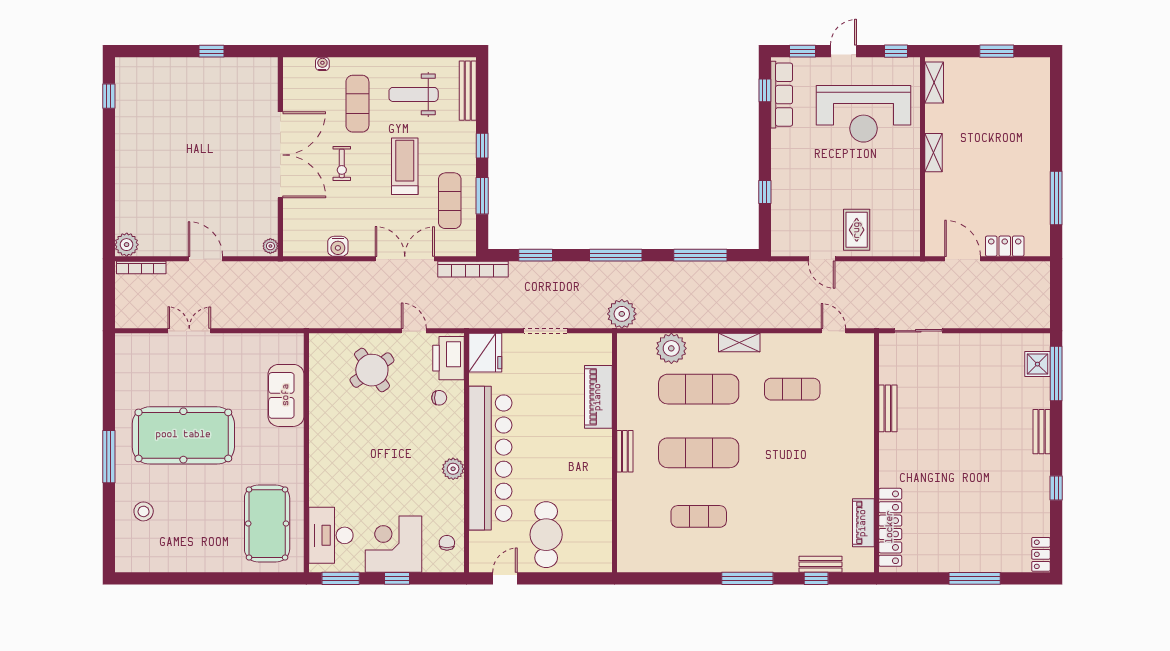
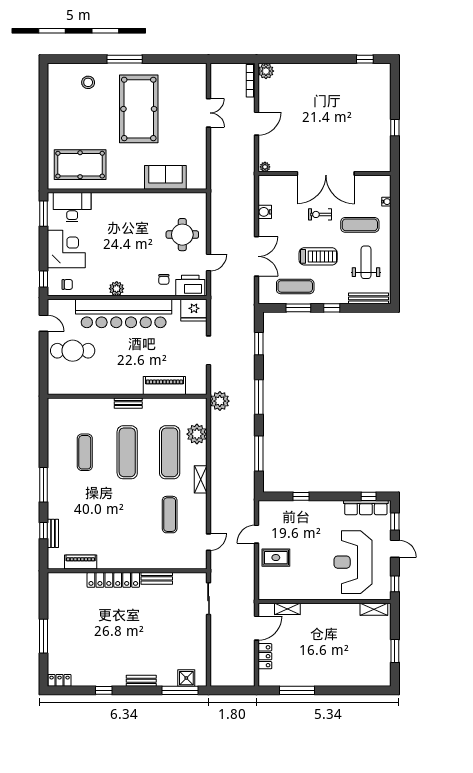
shelving: (933, 153) -> (287, 609), moved
bookcase: (473, 269) -> (250, 302), removed
round table: (372, 370) -> (182, 235), turned 35
locker: (890, 527) -> (113, 580), moved
window: (397, 578) -> (43, 279), moved

